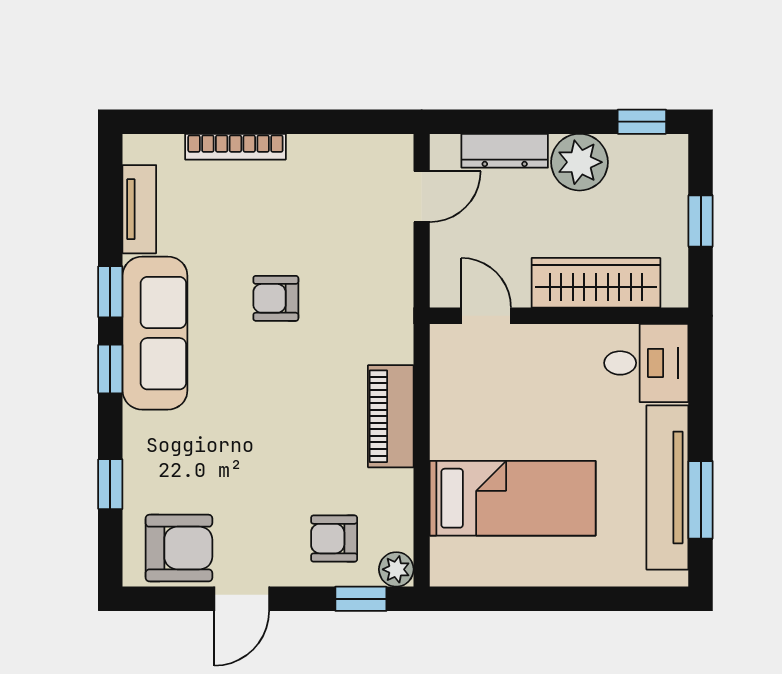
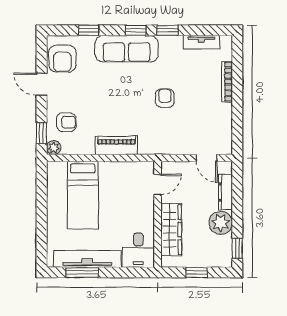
sofa: (155, 333) -> (127, 49), moved
armchair: (334, 539) -> (66, 122), turned 90

